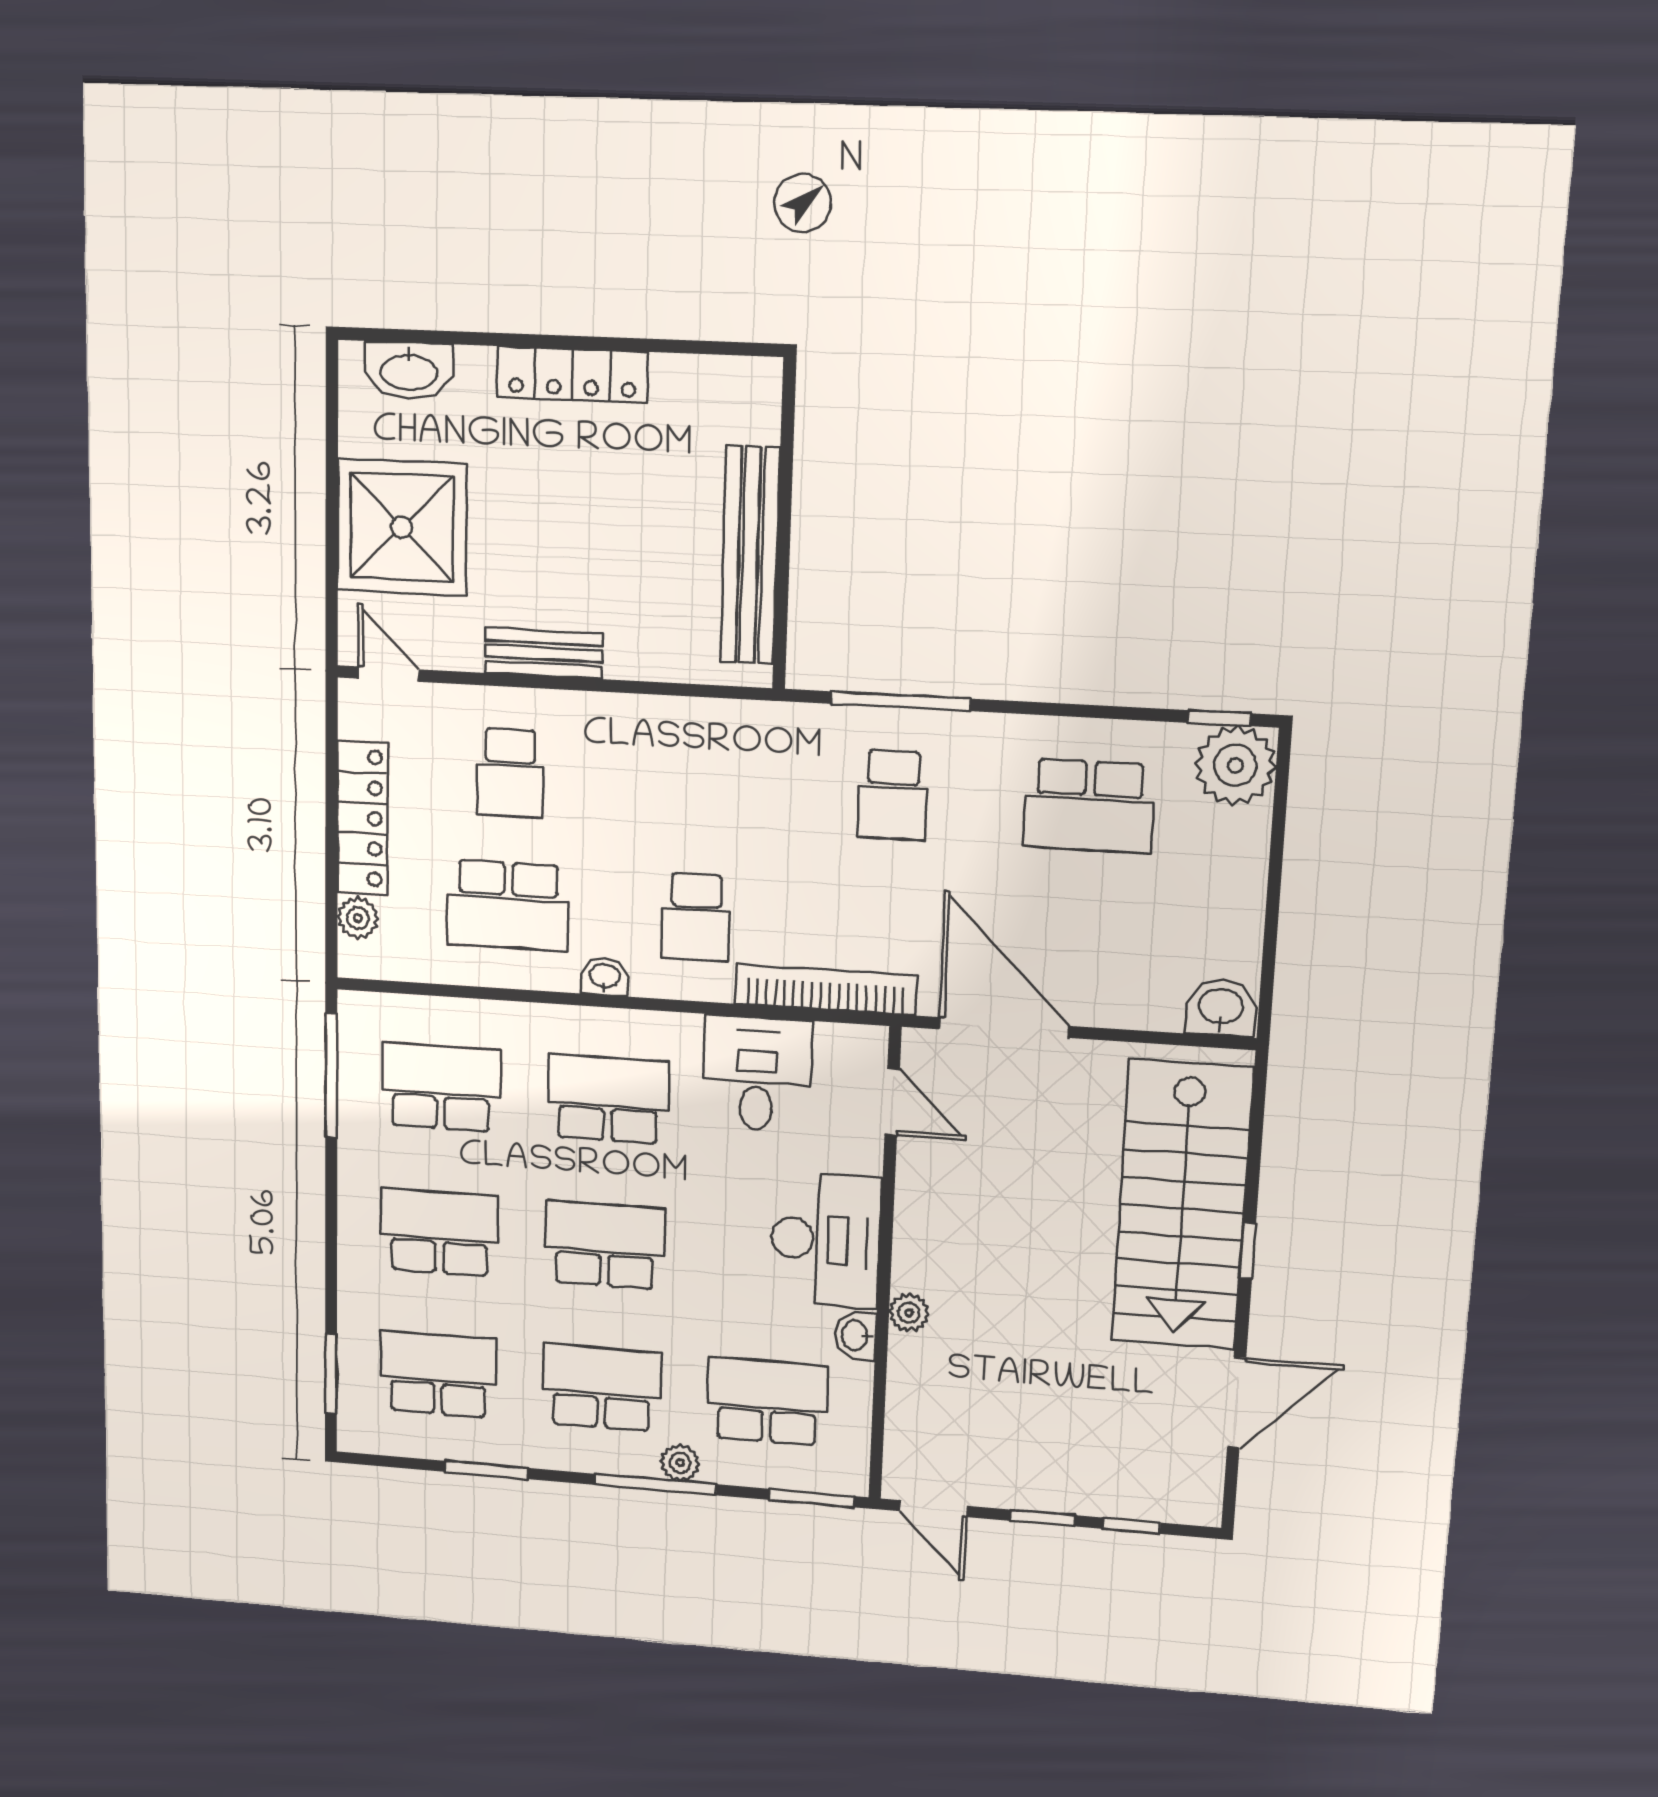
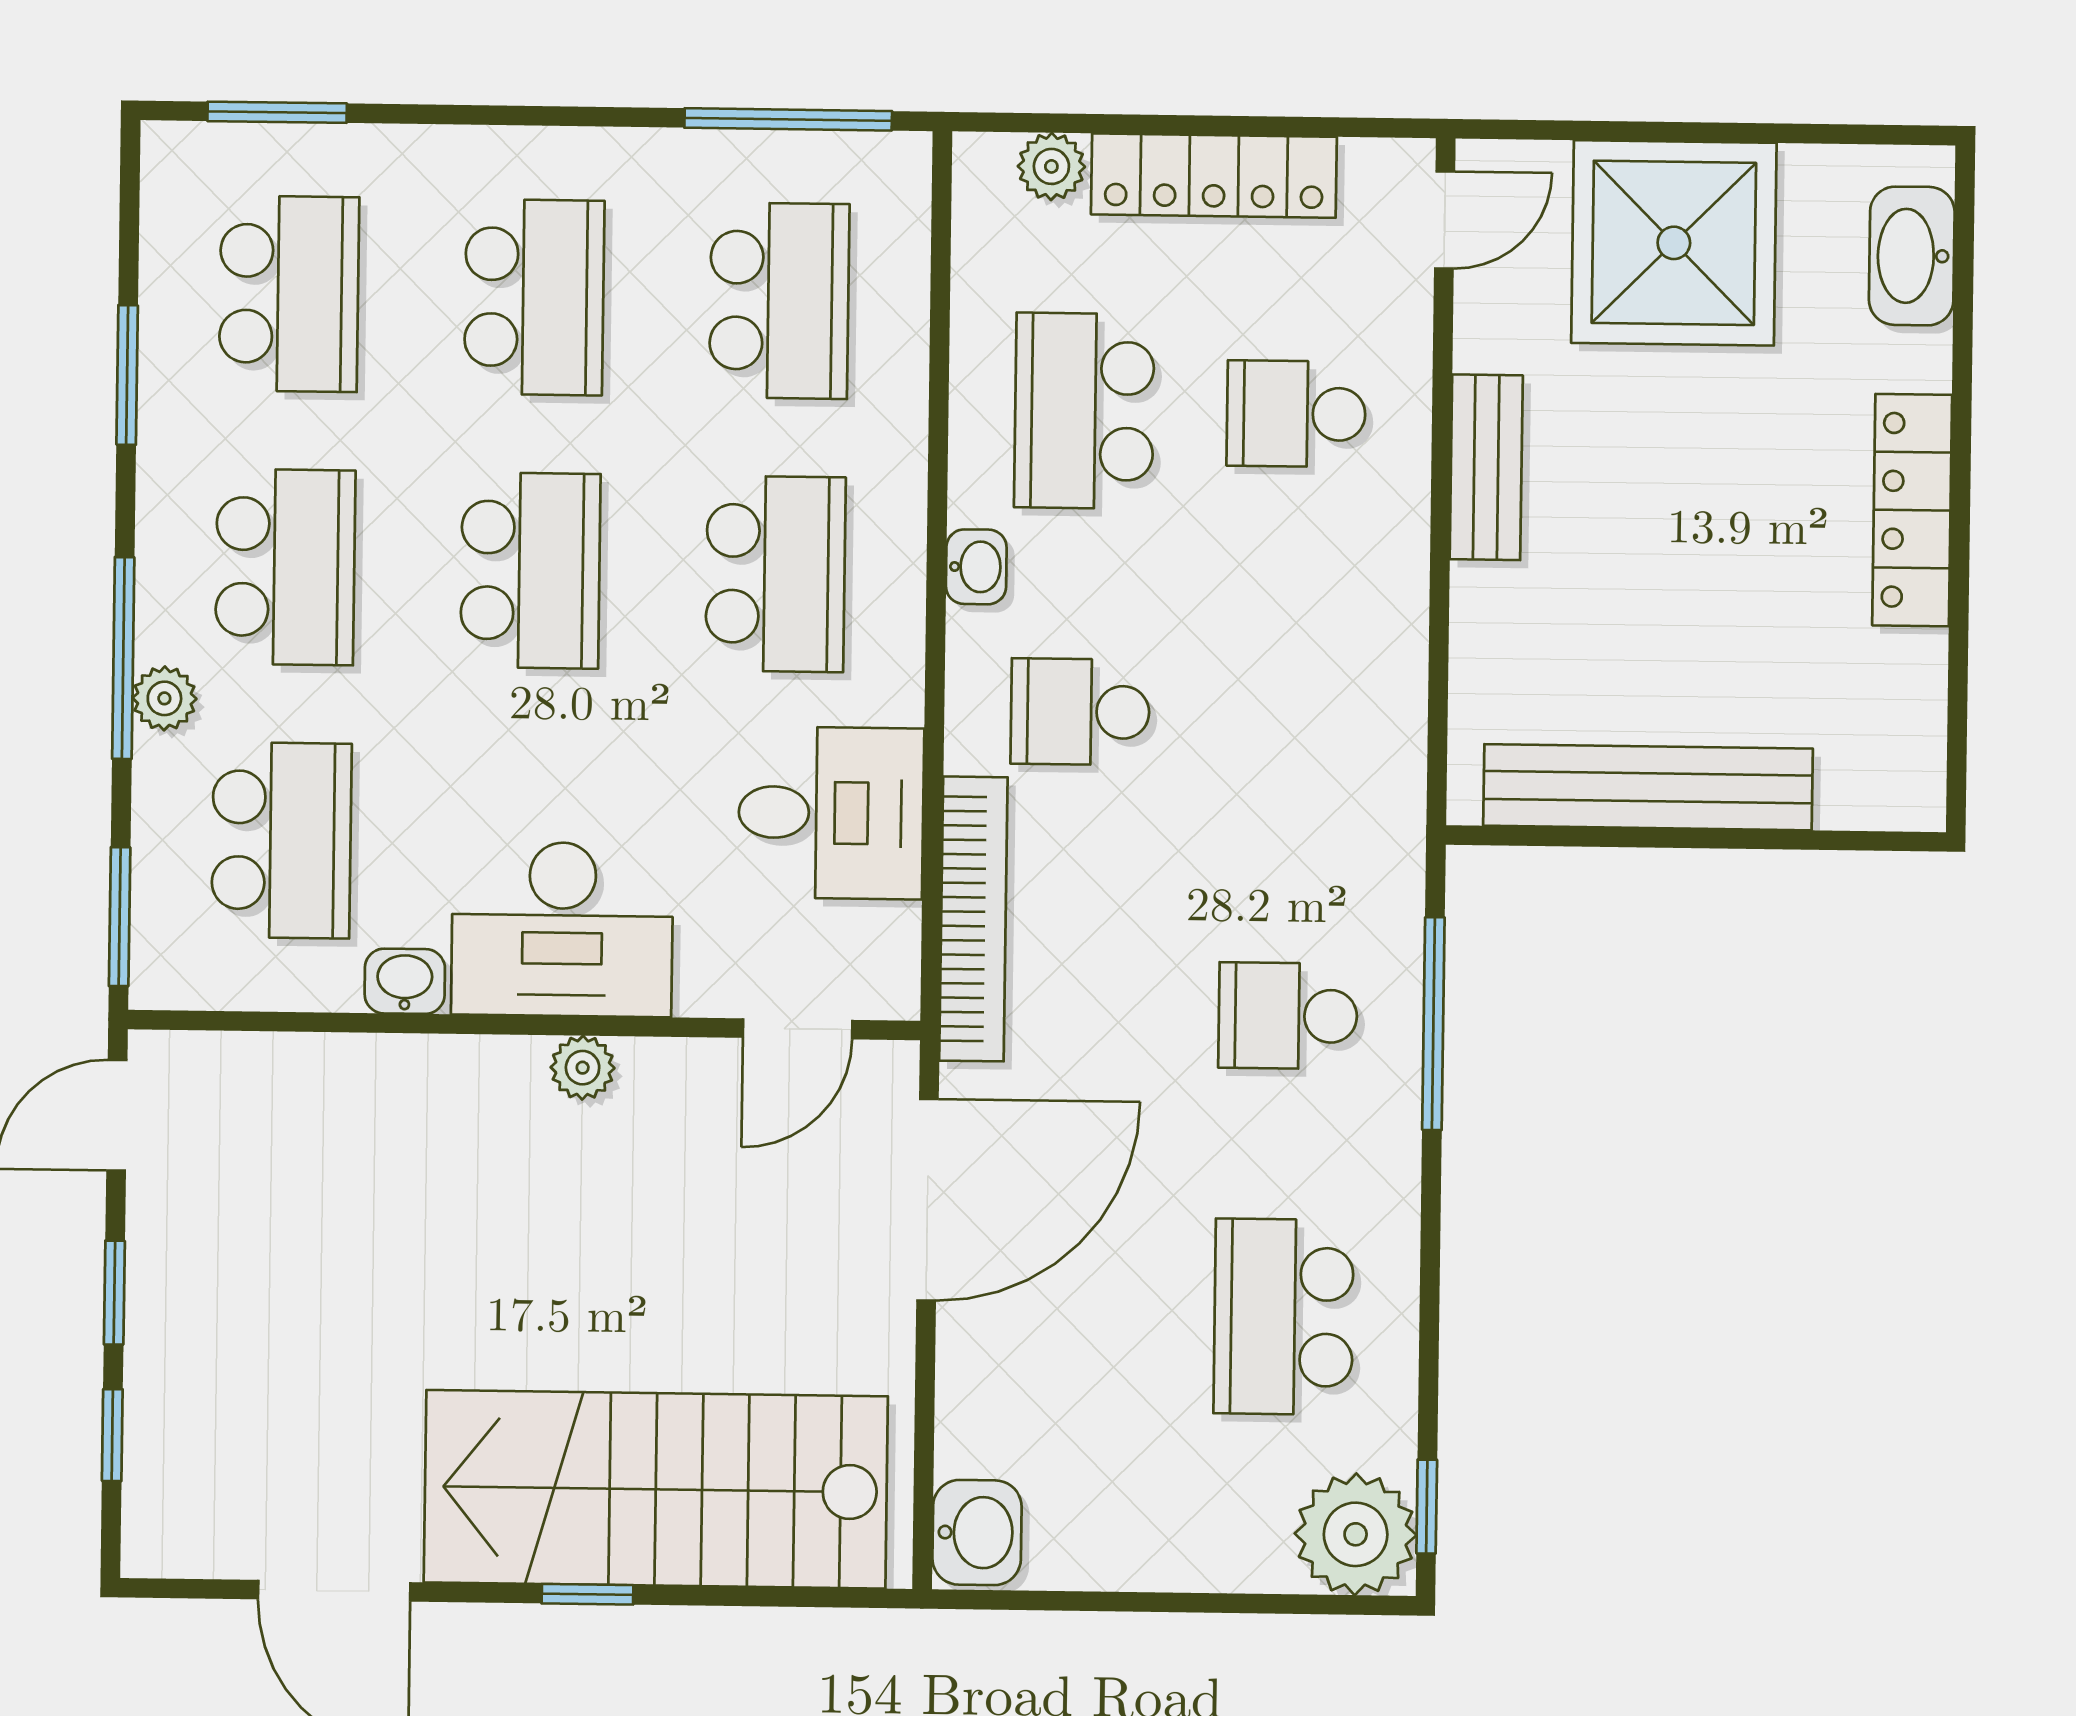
plant: (909, 1313) -> (583, 1068), moved

